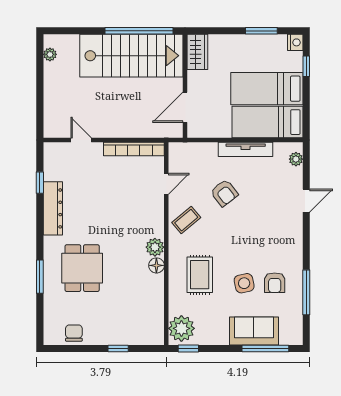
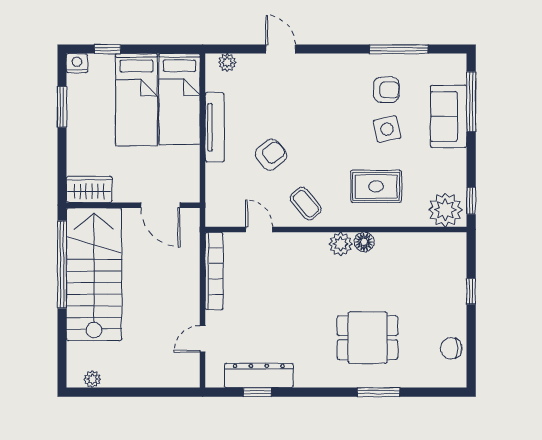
dresser: (53, 208) -> (259, 375), moved

